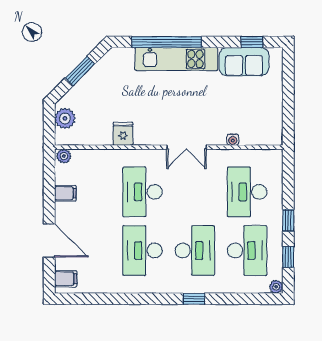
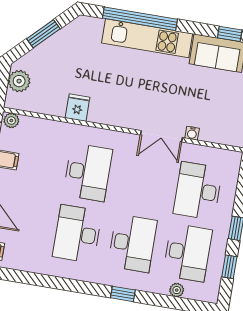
double door: (186, 147) -> (161, 136), moved
desk: (142, 192) -> (88, 172), turned 180
plant: (276, 287) -> (177, 290), moved

